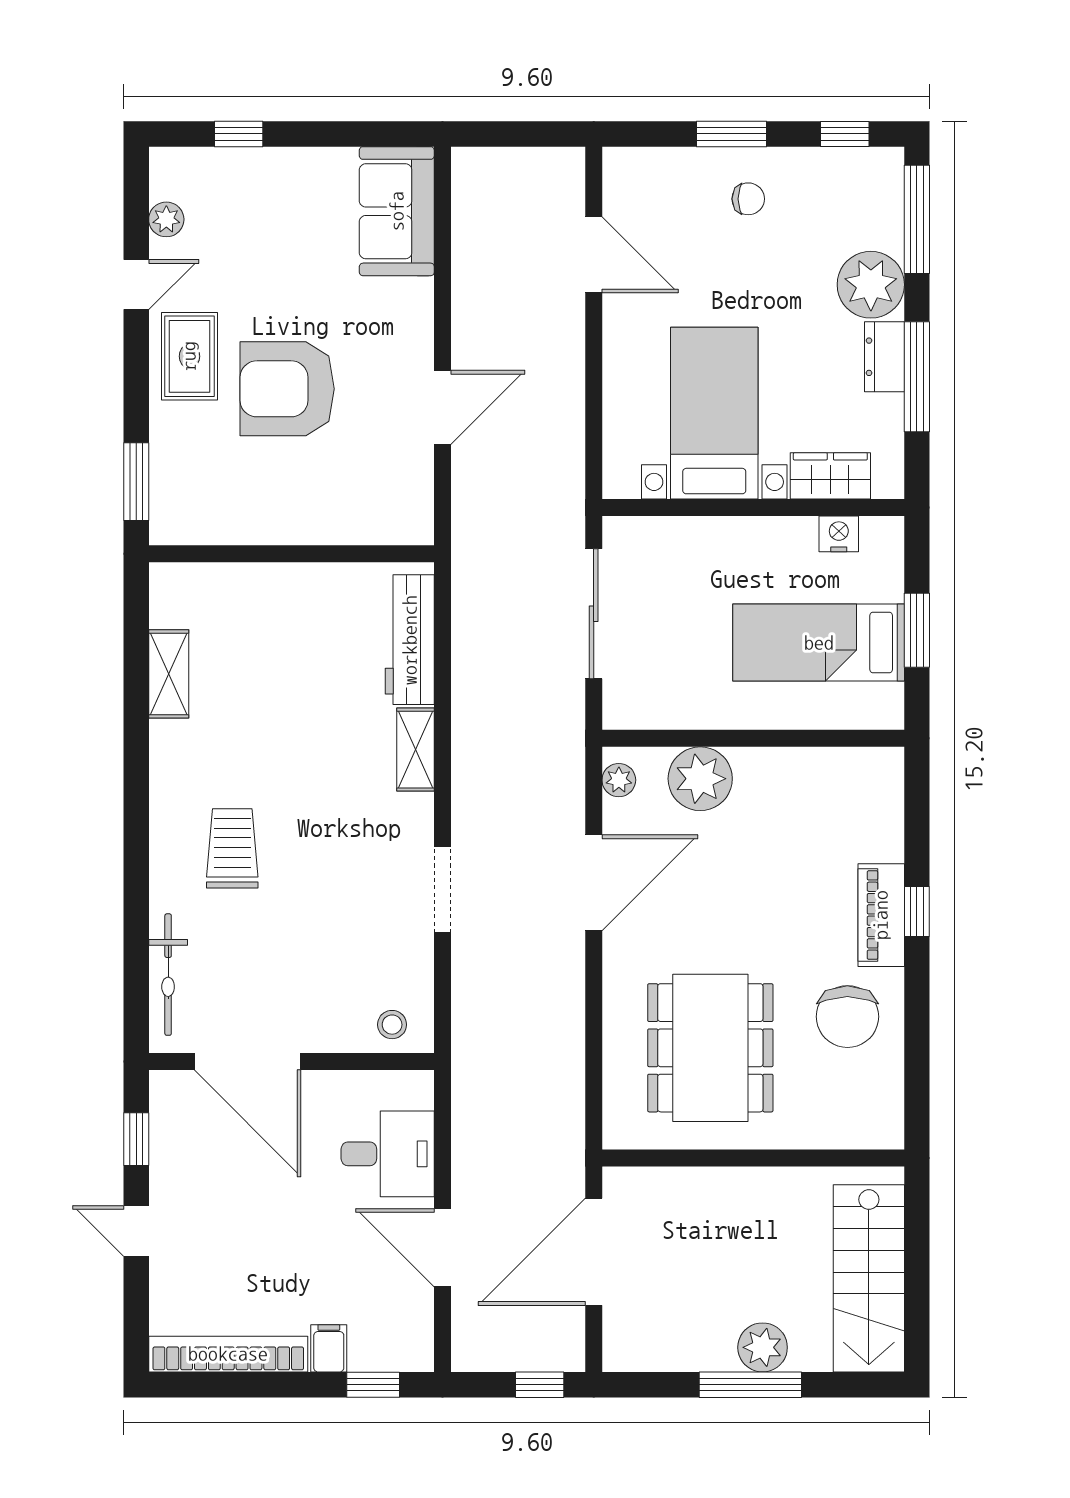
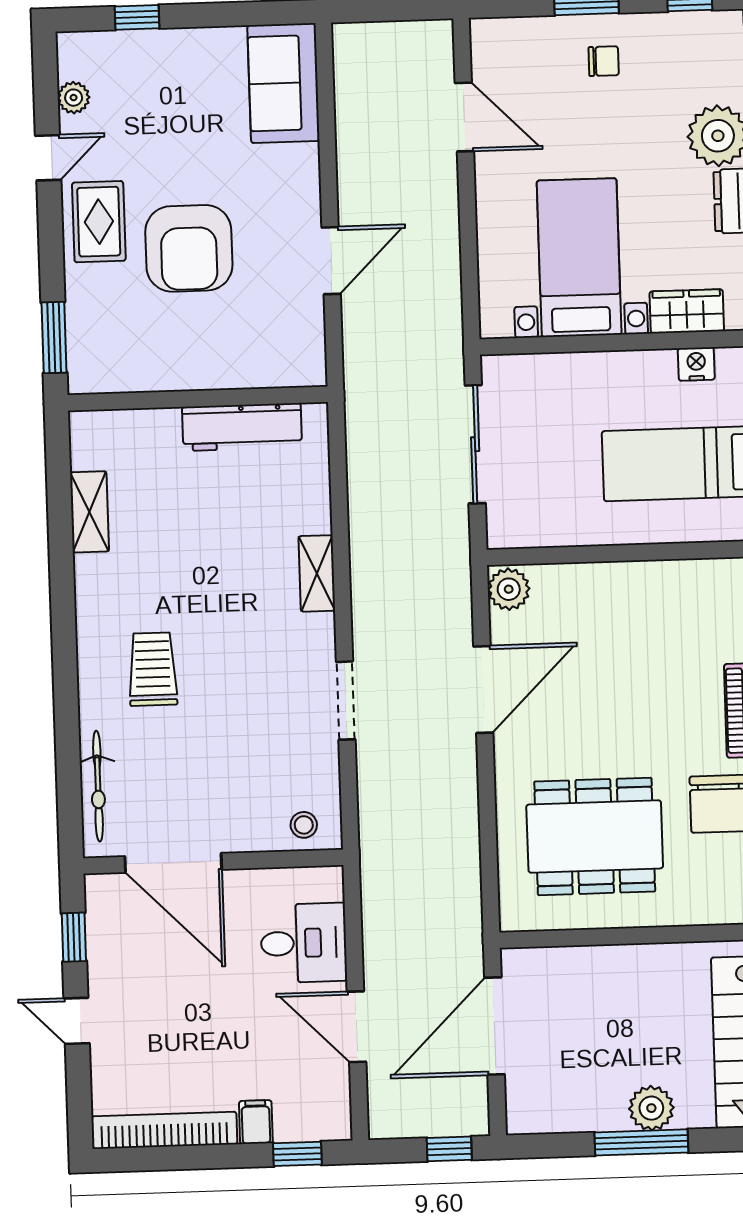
armchair: (287, 389) -> (189, 248), turned -90
workbench: (410, 640) -> (242, 427), moved, turned -90
plant: (700, 779) -> (577, 591), removed
plant: (619, 780) -> (509, 589), width x1.38, depth x1.38
dining table: (710, 1048) -> (595, 836), turned 90

